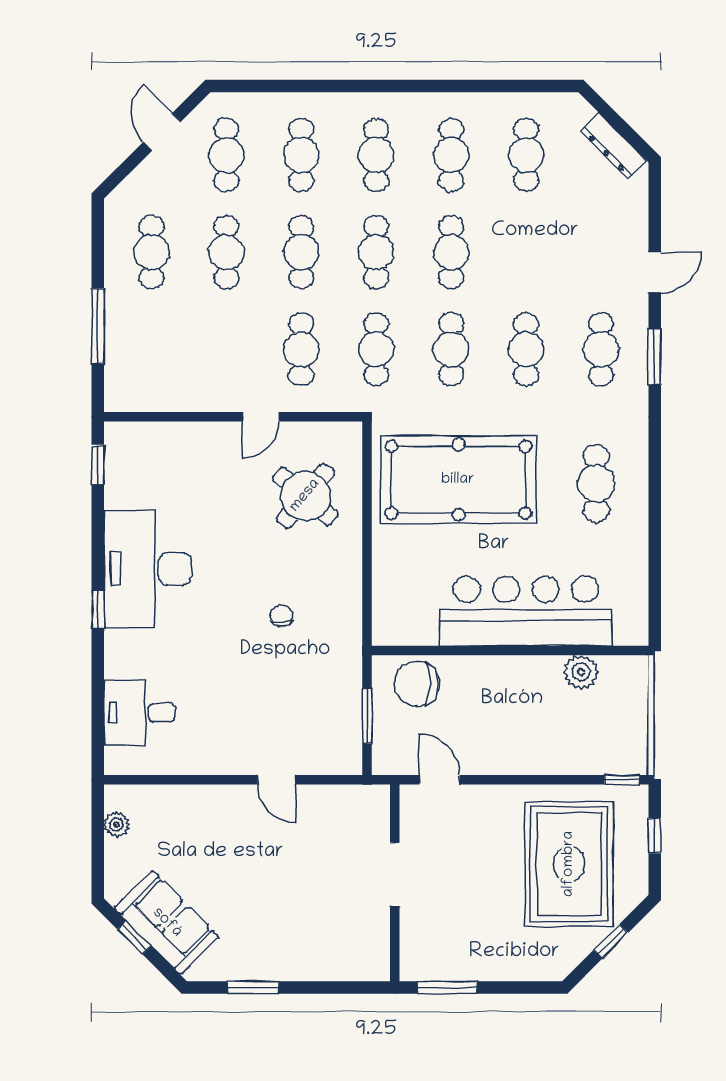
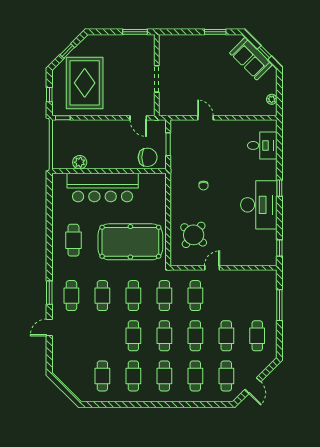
dresser: (613, 146) -> (66, 380), removed

